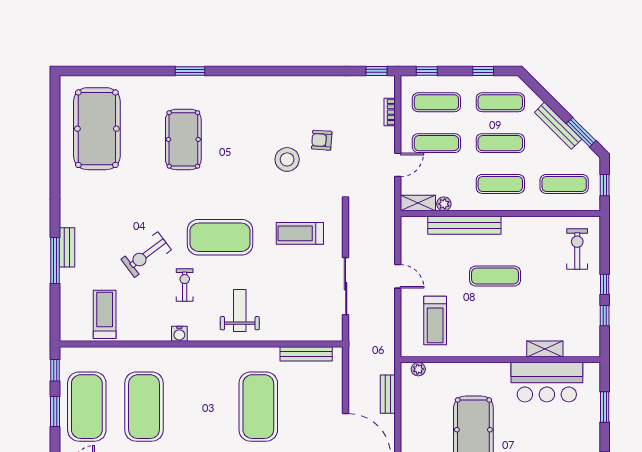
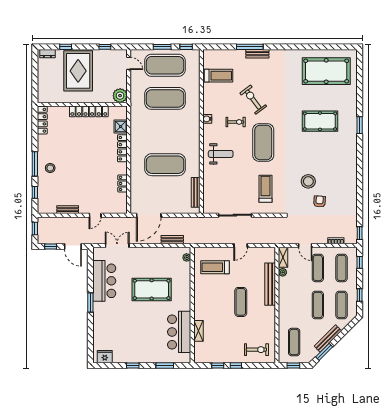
exercise mat: (500, 184) -> (294, 305), removed

